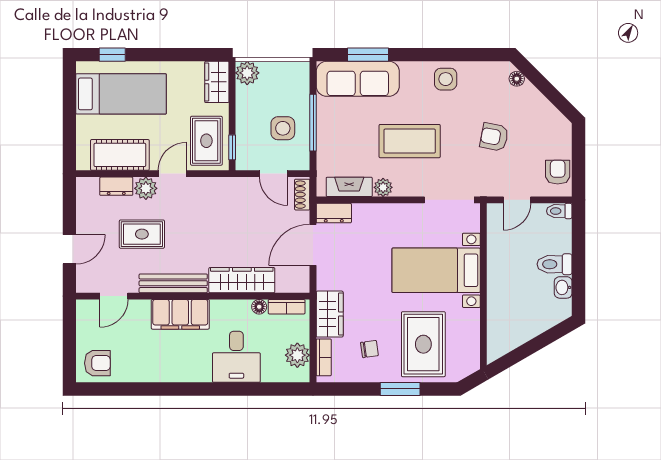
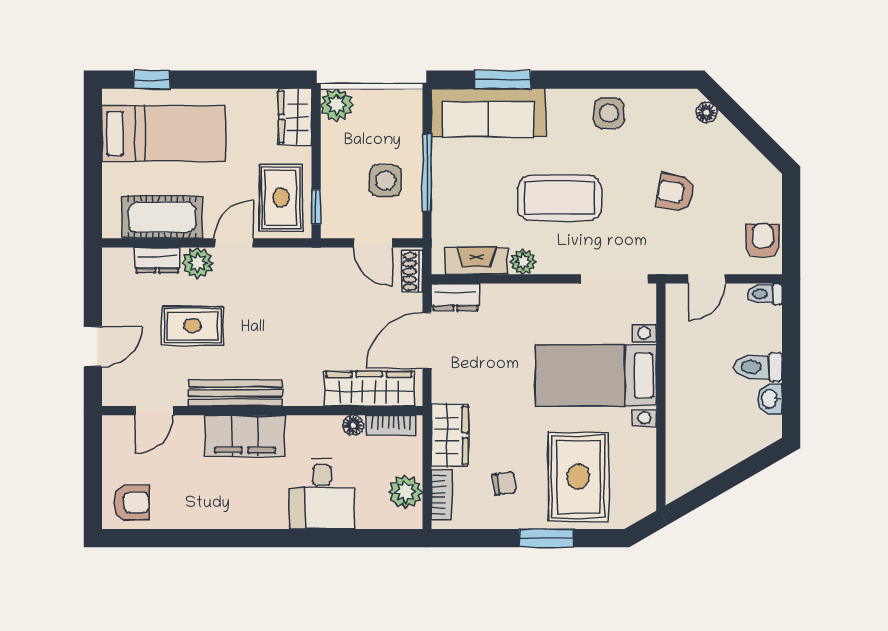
wardrobe: (242, 280) -> (369, 389), moved

